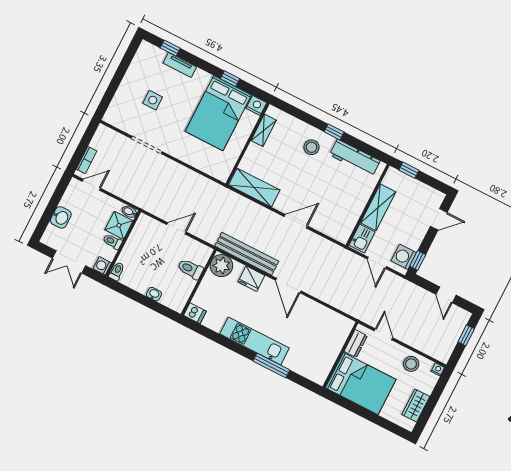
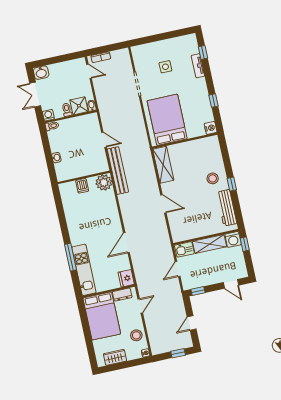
bed: (218, 113) -> (167, 120), moved, turned 90
shelving: (264, 130) -> (200, 143), removed
washbasin: (61, 217) -> (41, 73), moved
bench: (247, 254) -> (118, 170), moved
washing machine: (404, 257) -> (233, 239), moved, turned 180
toilet: (190, 269) -> (87, 166), removed
fridge: (251, 279) -> (126, 278), moved
door: (288, 286) -> (126, 243), moved
dishwasher: (195, 313) -> (82, 186), moved
kitchen unit: (255, 341) -> (84, 270), moved

